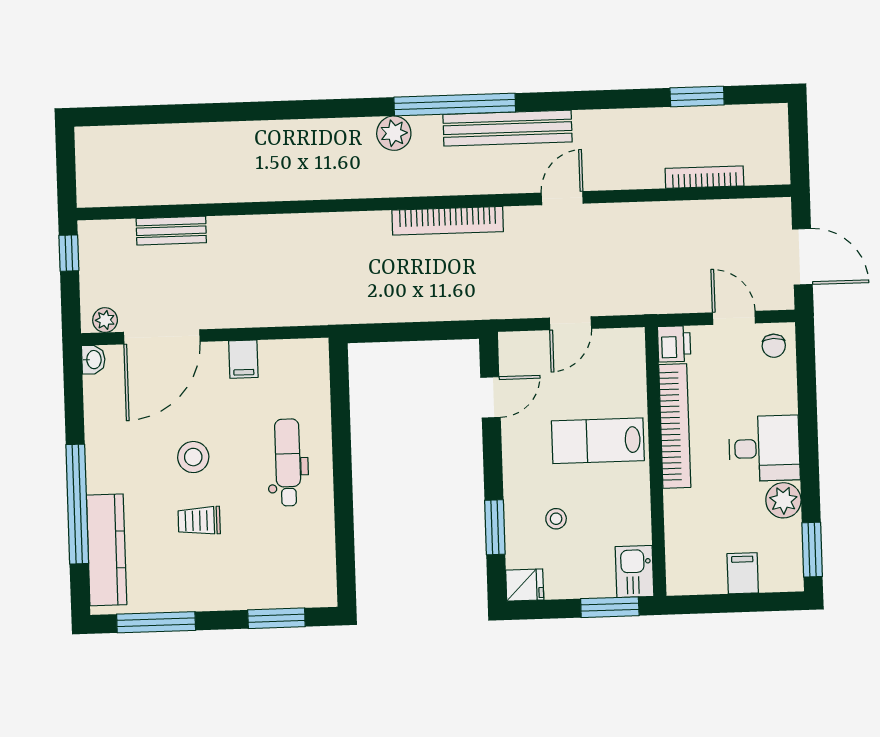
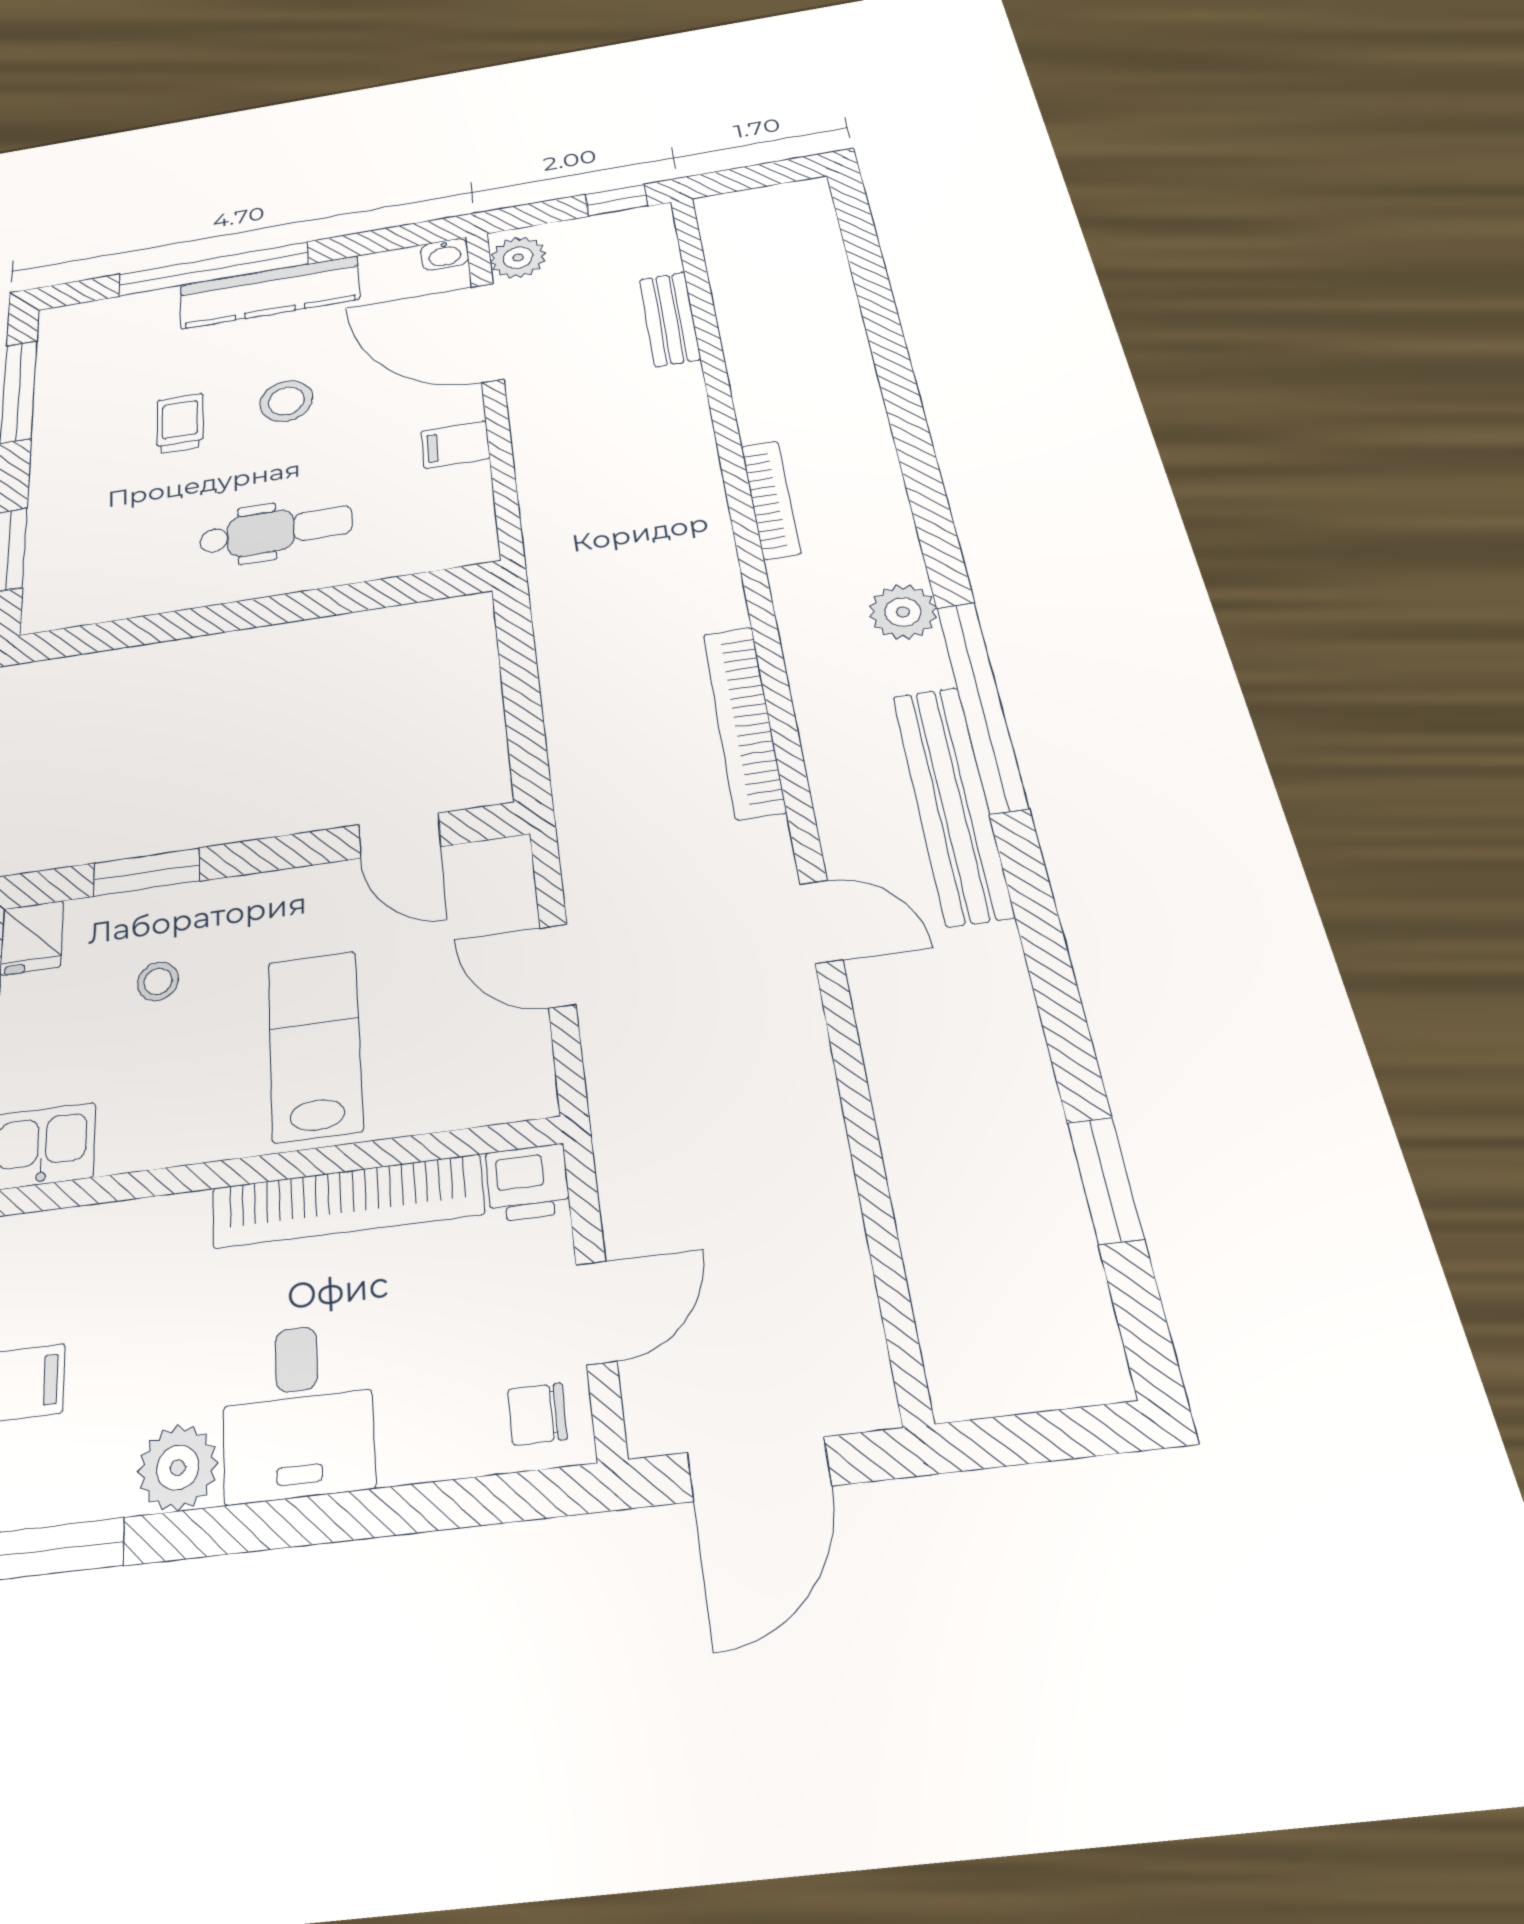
bookcase: (704, 177) -> (771, 499), moved
plant: (105, 320) -> (518, 258), width x1.38, depth x1.38
kitchen counter: (107, 550) -> (269, 292), moved

